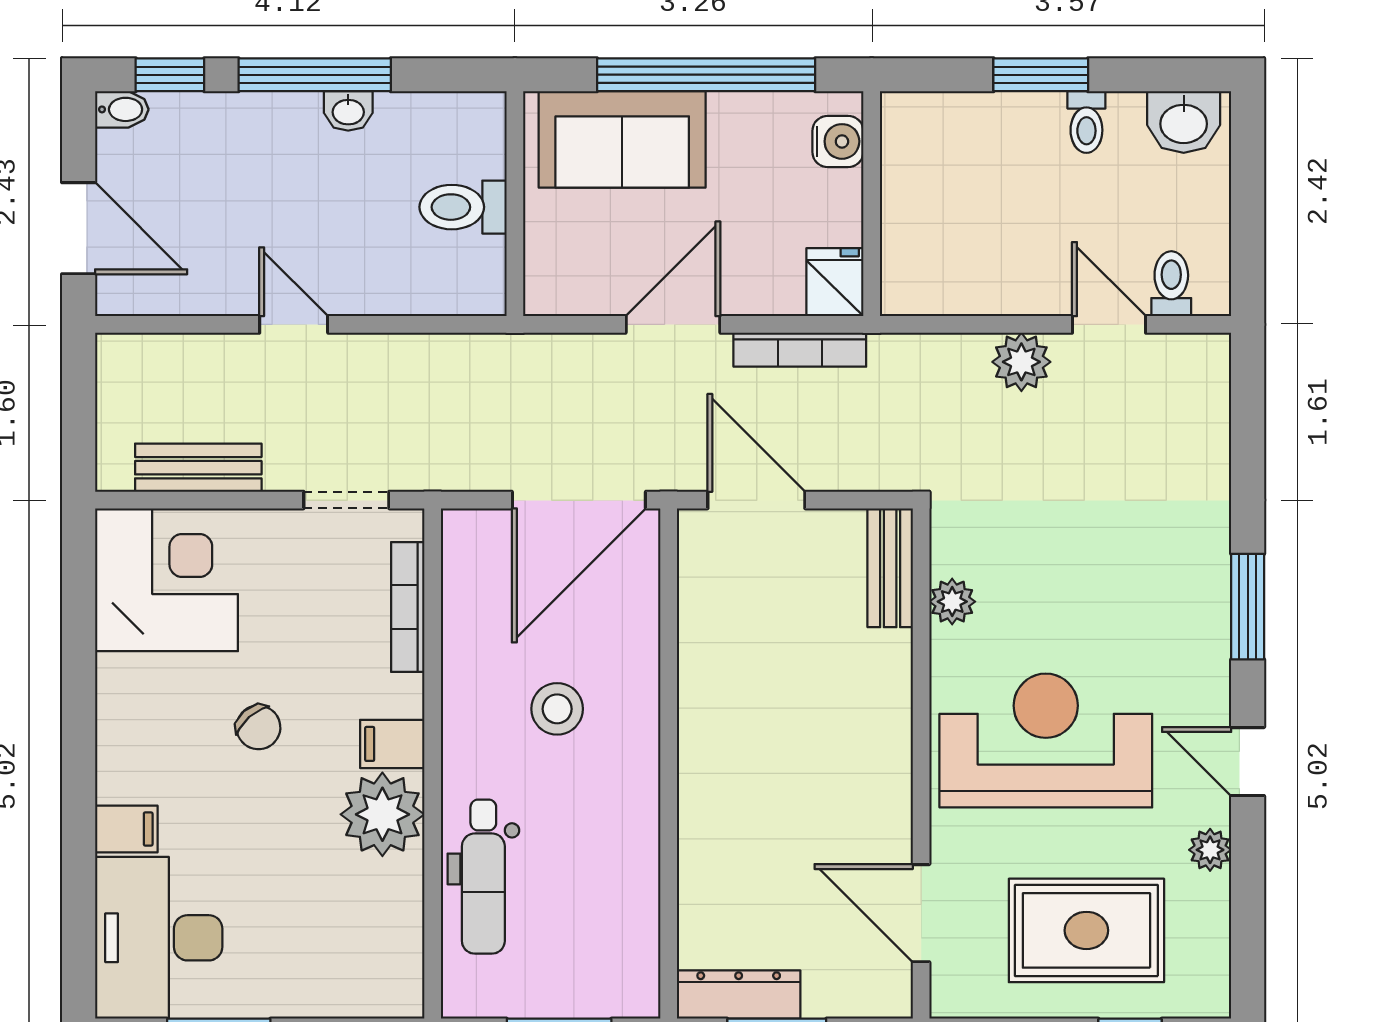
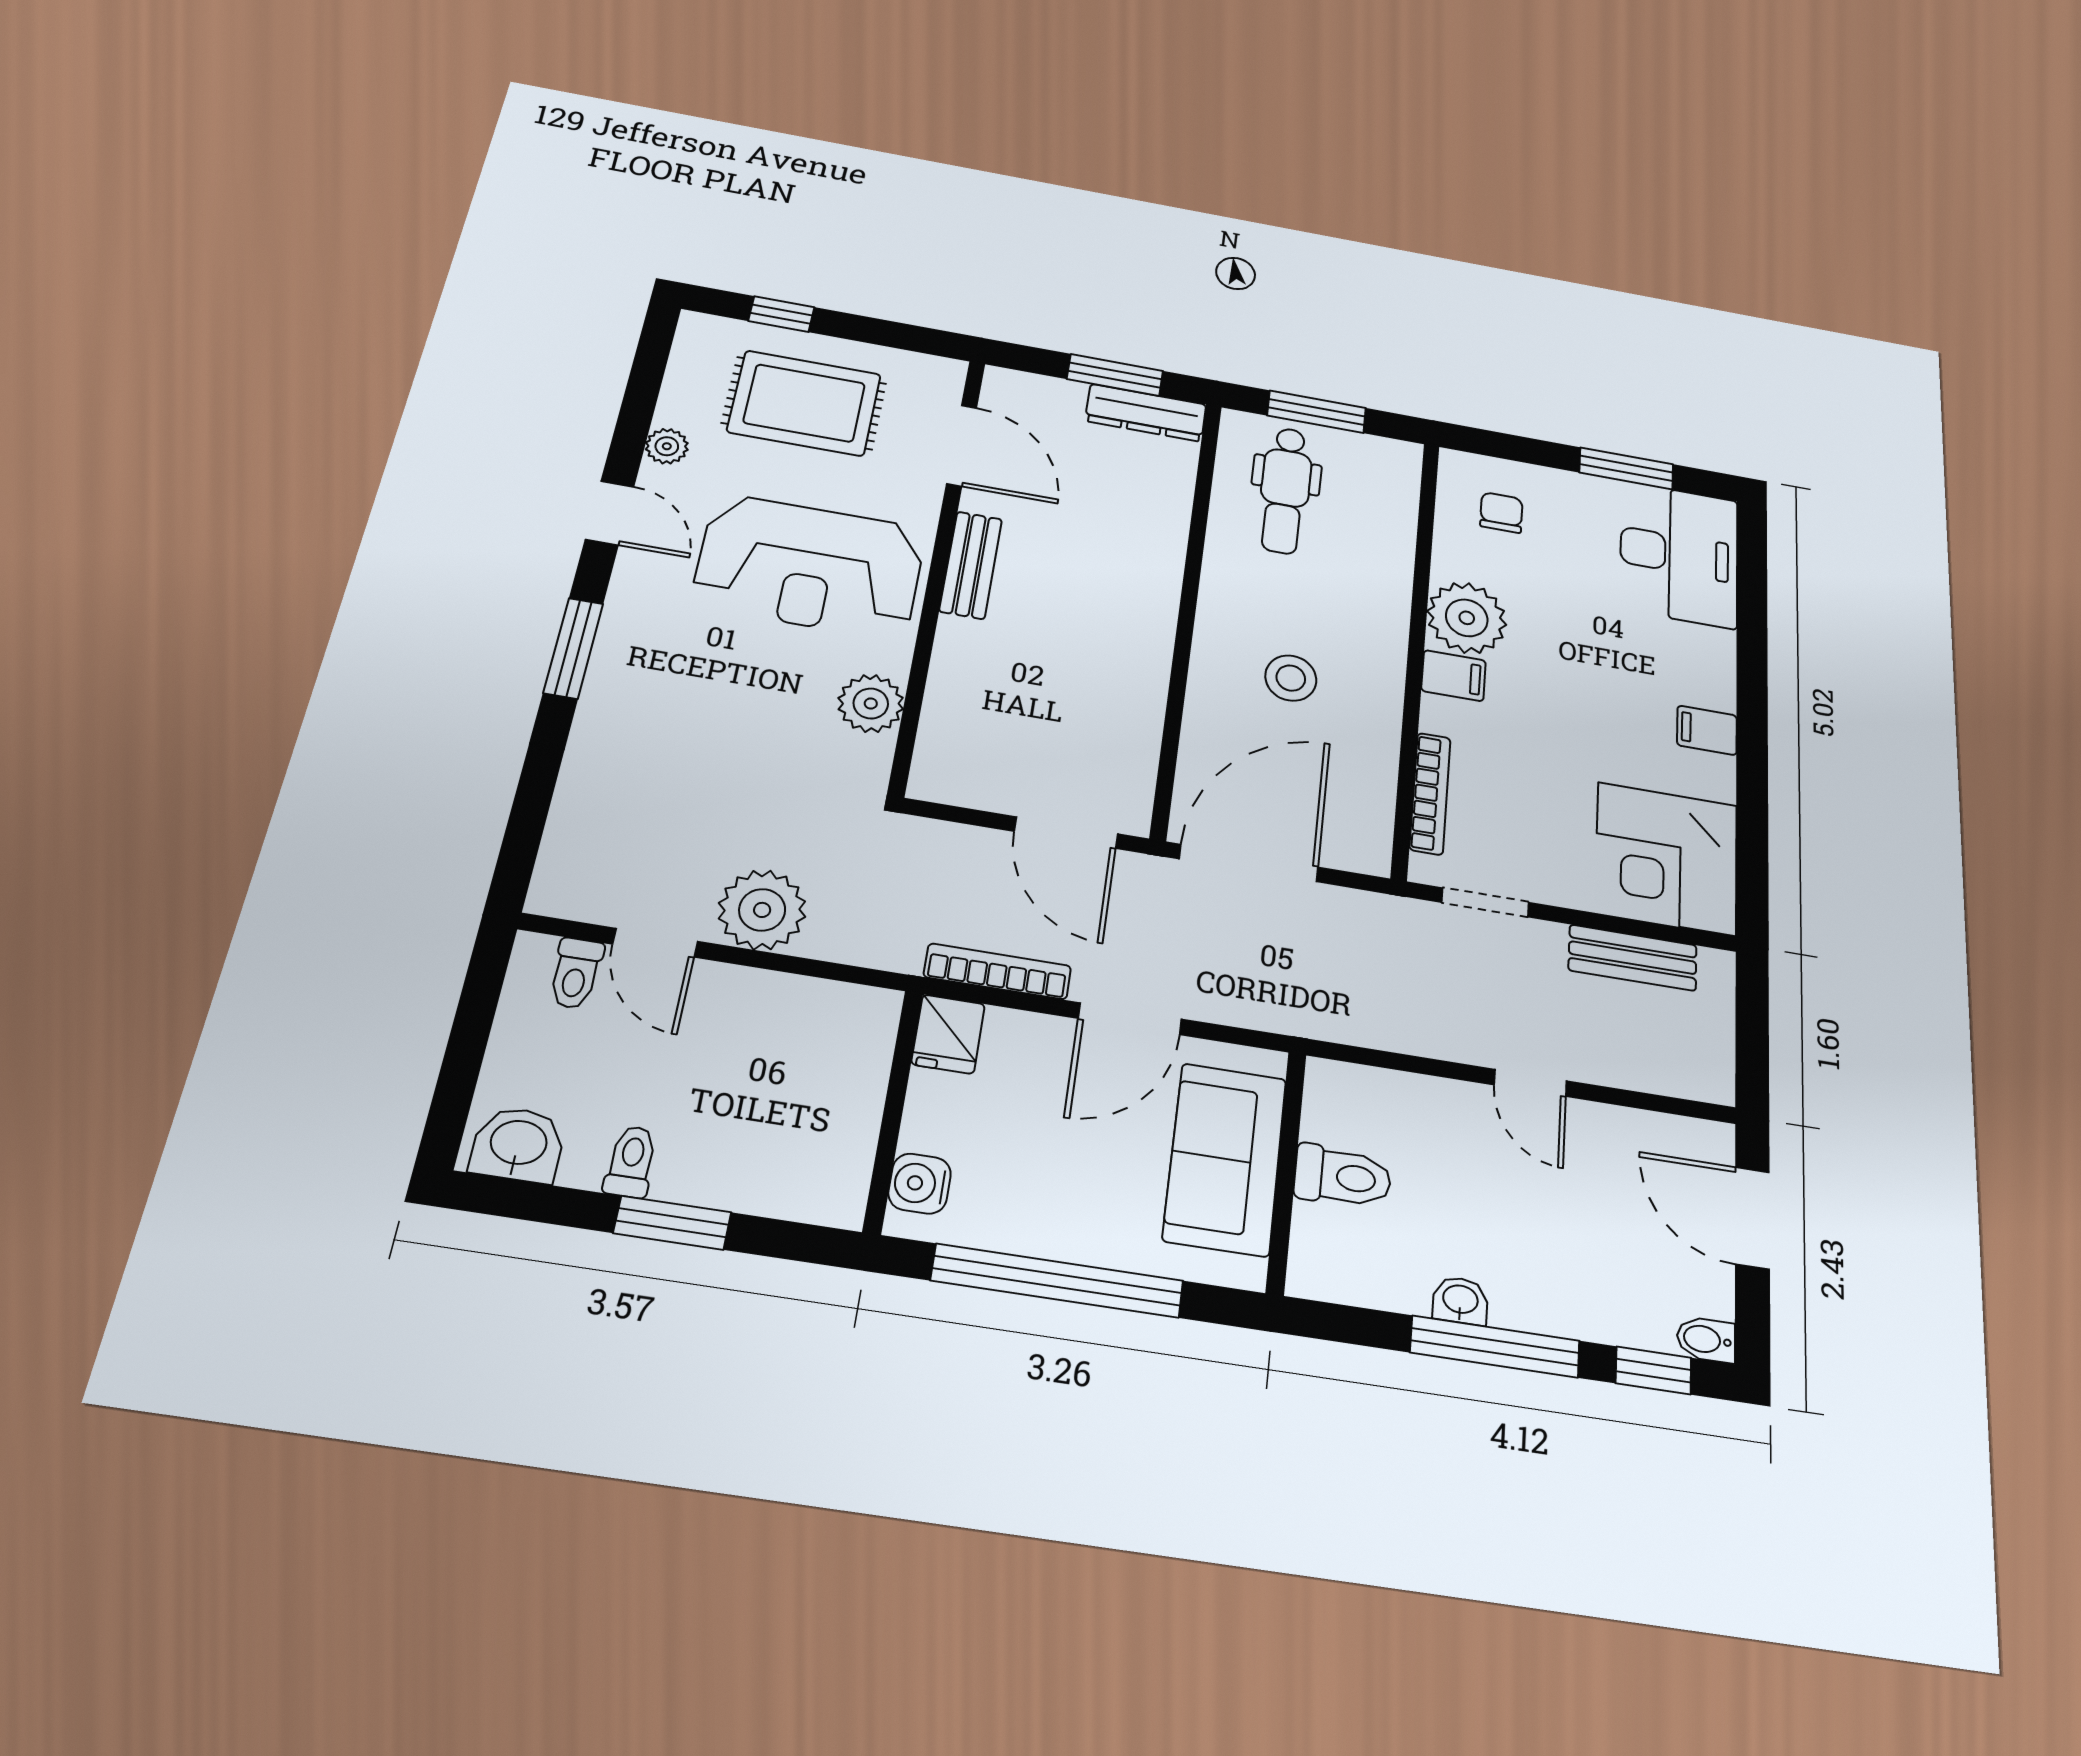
sofa: (622, 139) -> (1225, 1159), moved, turned -90
plant: (1021, 362) -> (762, 910), width x1.36, depth x1.36
bench: (890, 568) -> (971, 565), moved
plant: (952, 602) -> (871, 703), width x1.38, depth x1.38
chair: (258, 727) -> (1501, 513), moved, turned 41
filing cabinet: (126, 829) -> (1707, 730), moved
dental chair: (483, 877) -> (1285, 490), moved, turned 180

